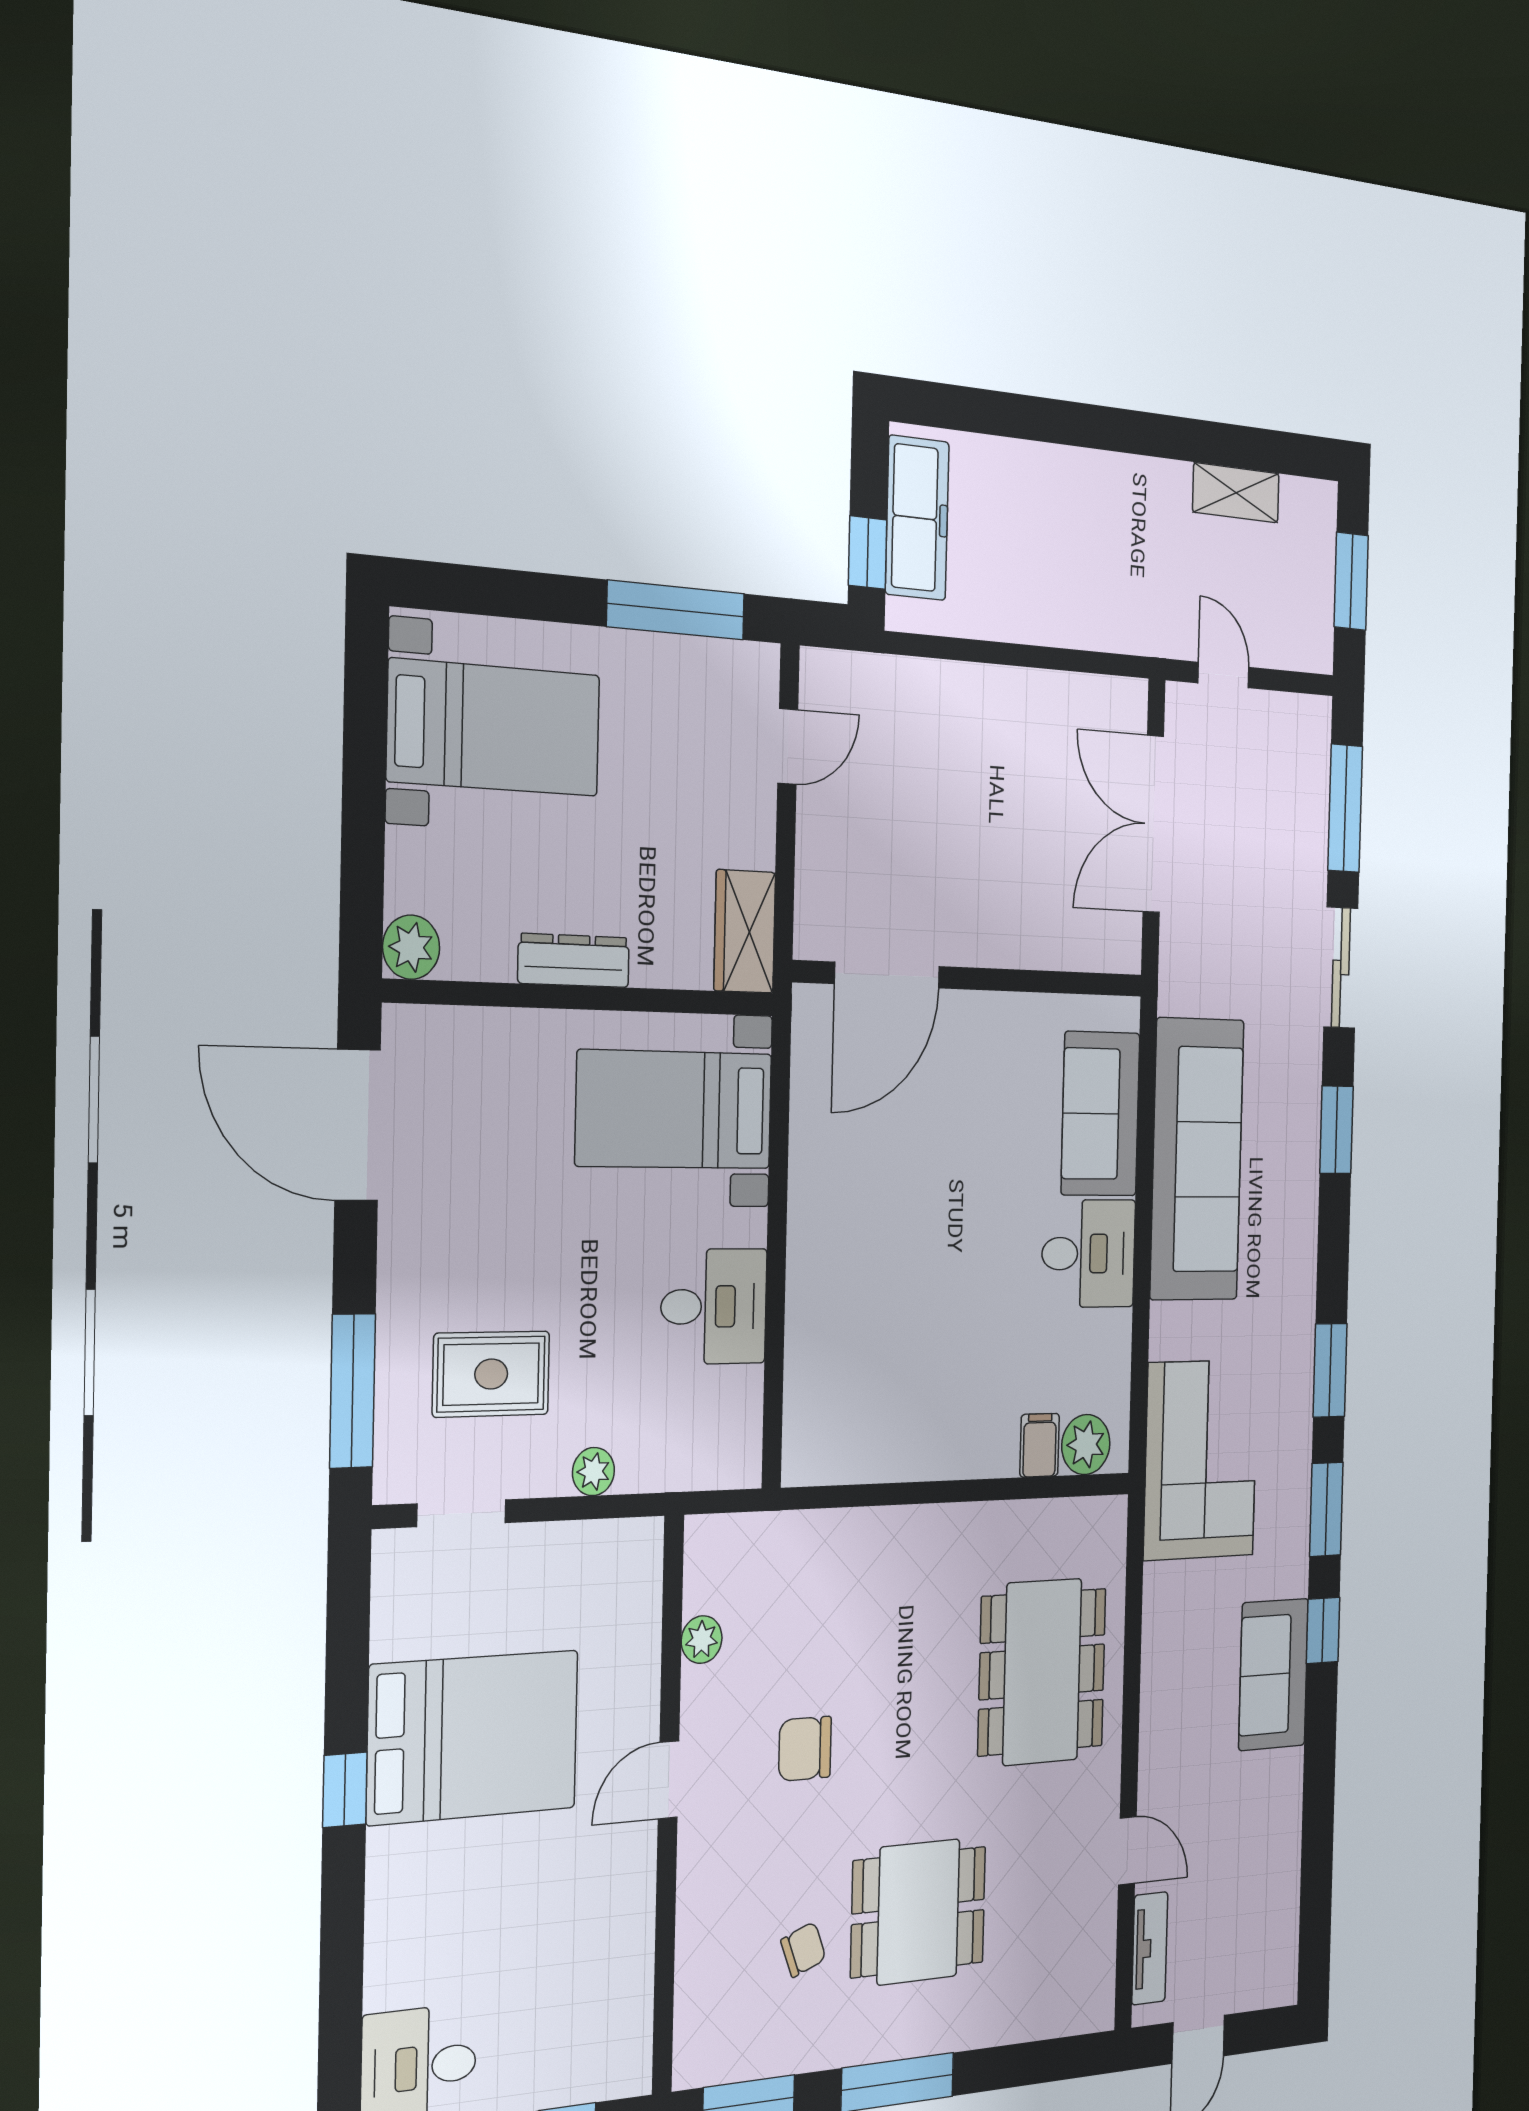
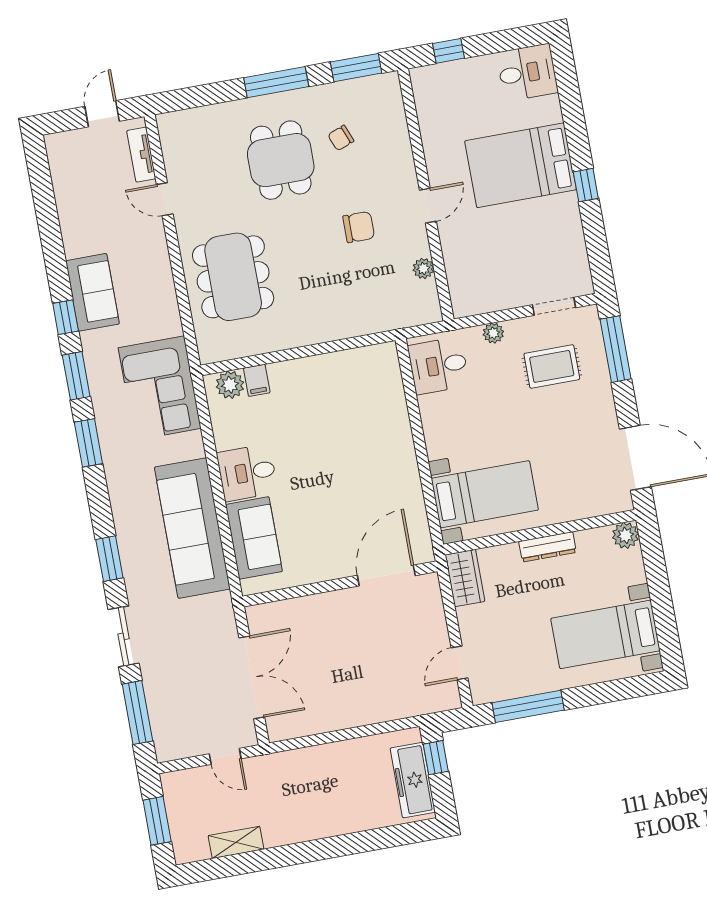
desk: (714, 1306) -> (438, 366), moved
bed: (473, 1737) -> (521, 165), moved
dining table: (918, 1912) -> (281, 160), turned 90

